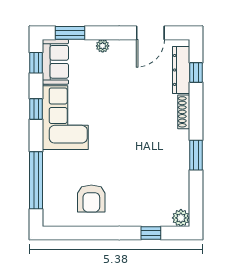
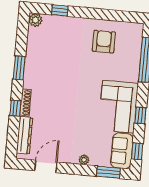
window: (196, 73) -> (15, 108), moved

